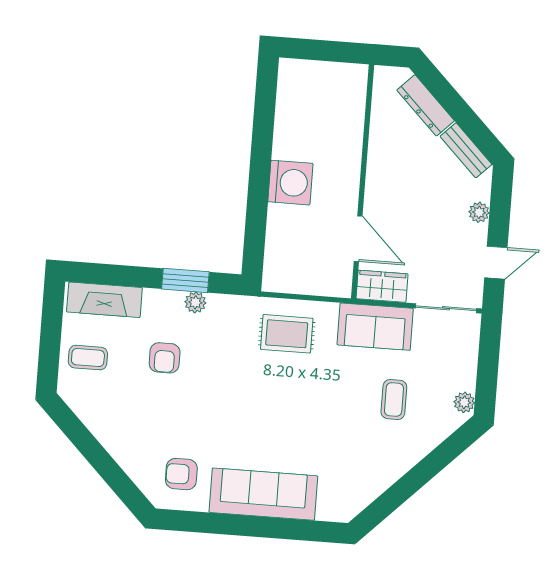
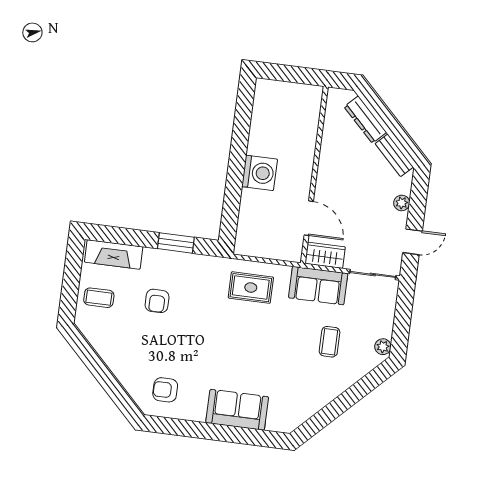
plant: (195, 302) -> (183, 260), removed
sofa: (263, 494) -> (237, 410), width x0.73

